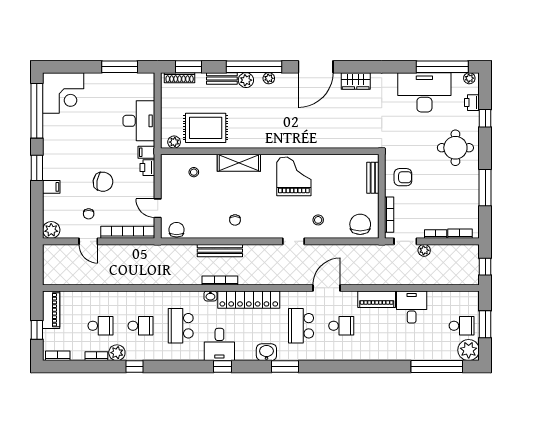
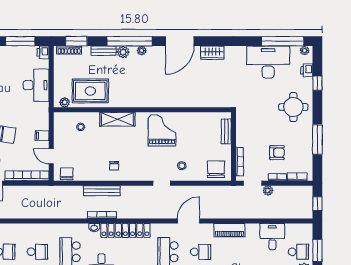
filing cabinet: (146, 152) -> (42, 136), moved
printer: (147, 168) -> (43, 52), moved
armchair: (403, 177) -> (277, 153), moved
desk: (412, 307) -> (272, 237), moved

